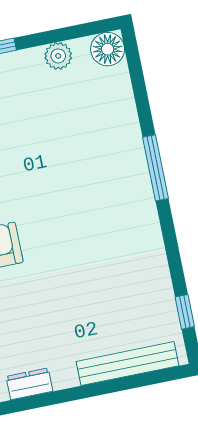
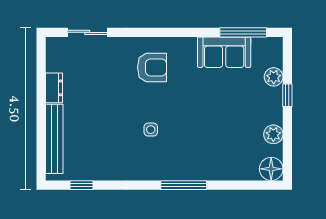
side table: (87, 230) -> (151, 130), added
dresser: (29, 384) -> (54, 88), moved

